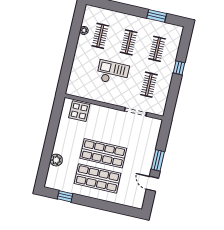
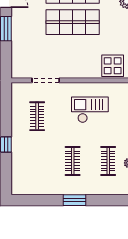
window: (157, 16) -> (75, 200), moved
clothes rail: (157, 49) -> (37, 161), removed
checkout: (113, 73) -> (90, 110), moved, turned 180

